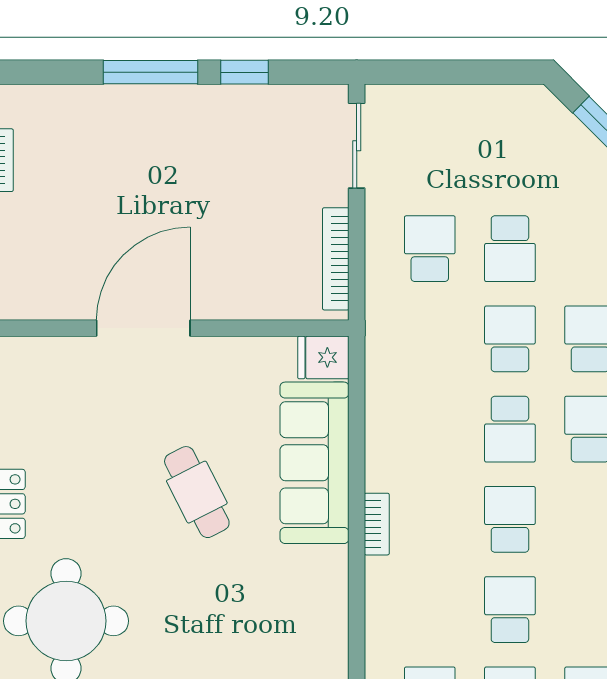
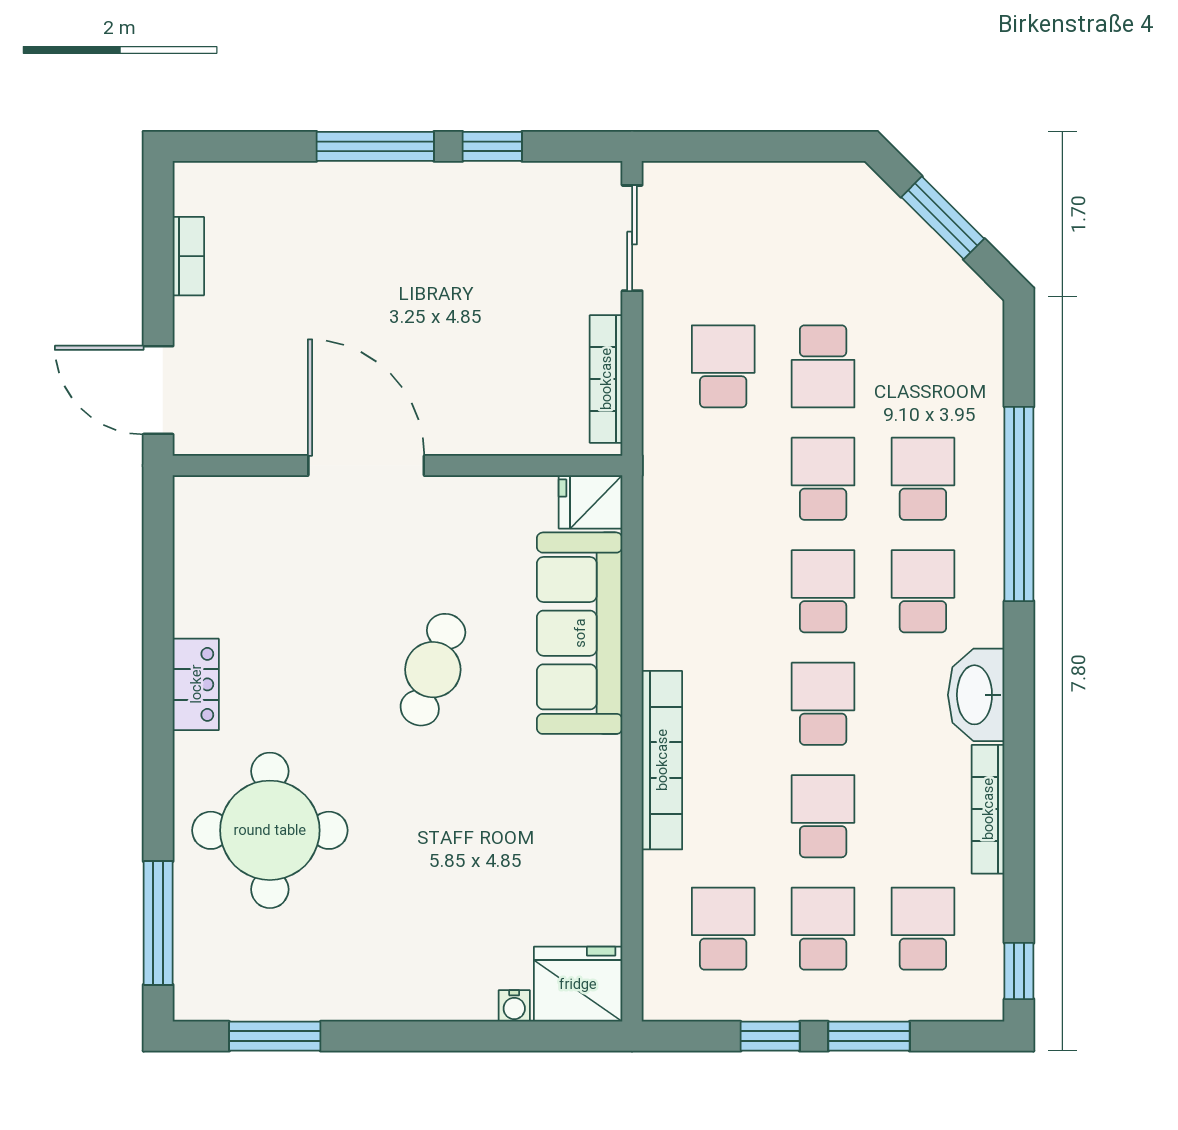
door: (143, 328) -> (366, 466), hinge flipped
school desk: (510, 429) -> (823, 591), turned 180
cafe table: (197, 492) -> (433, 670), turned 46
bookcase: (377, 524) -> (662, 760), width x2.31, depth x1.31

